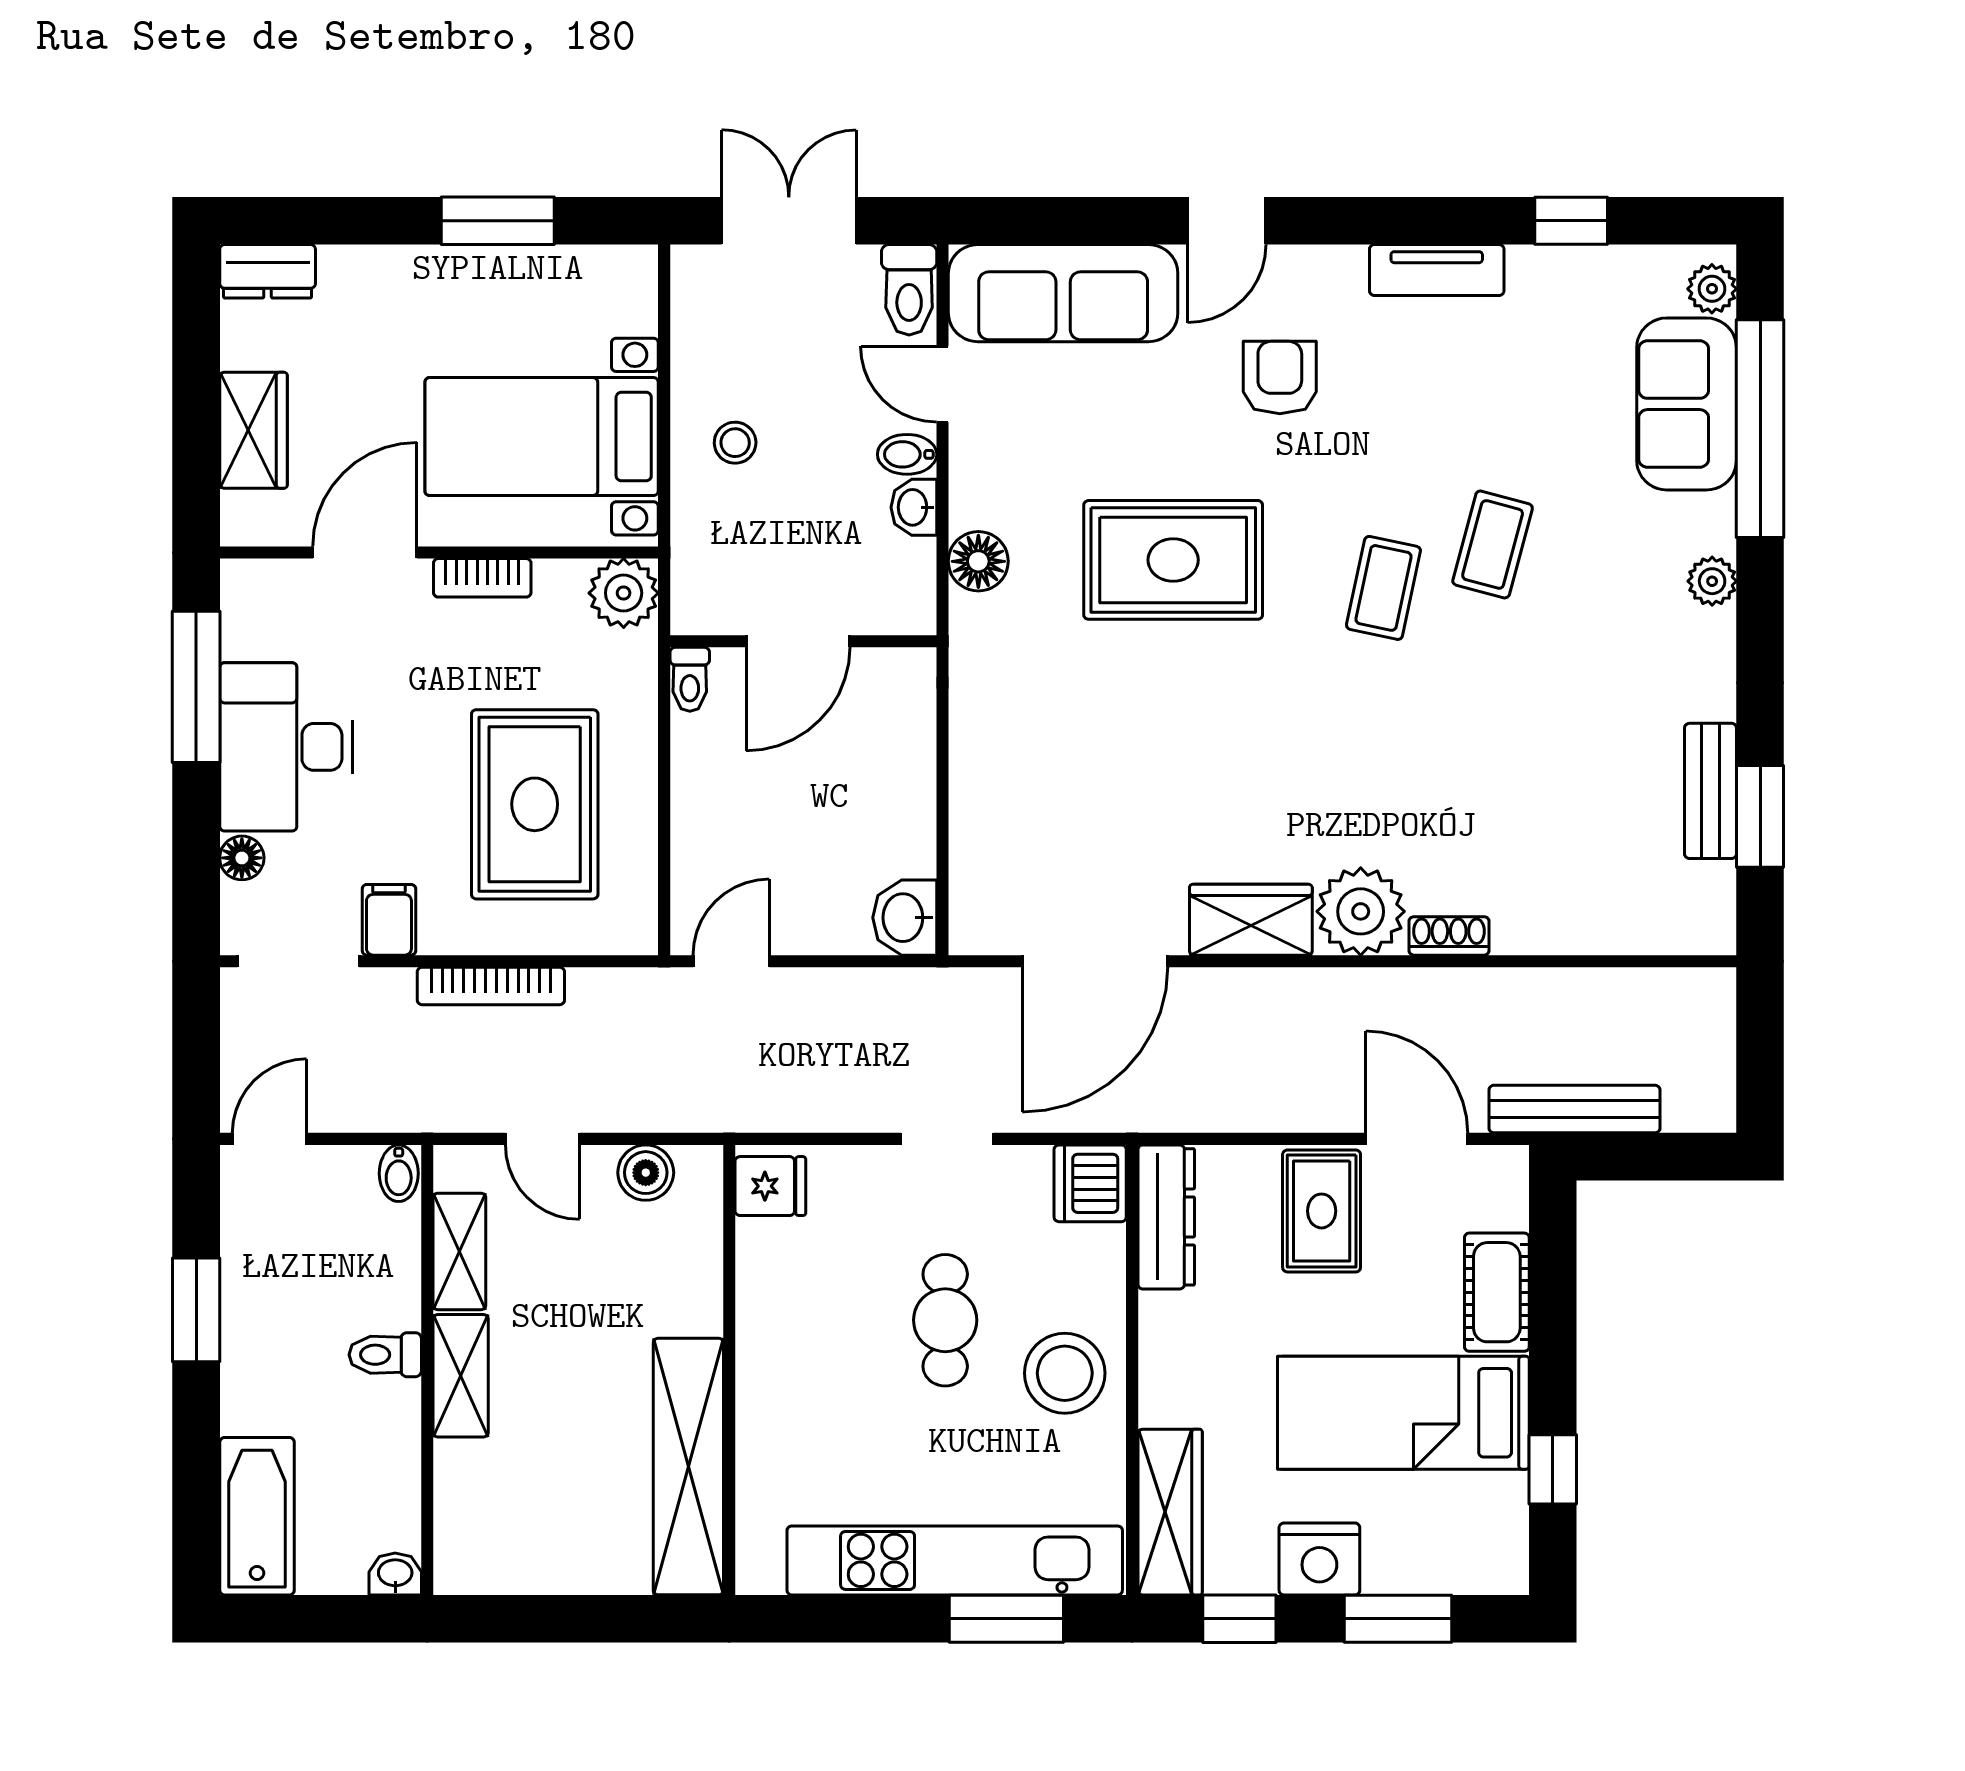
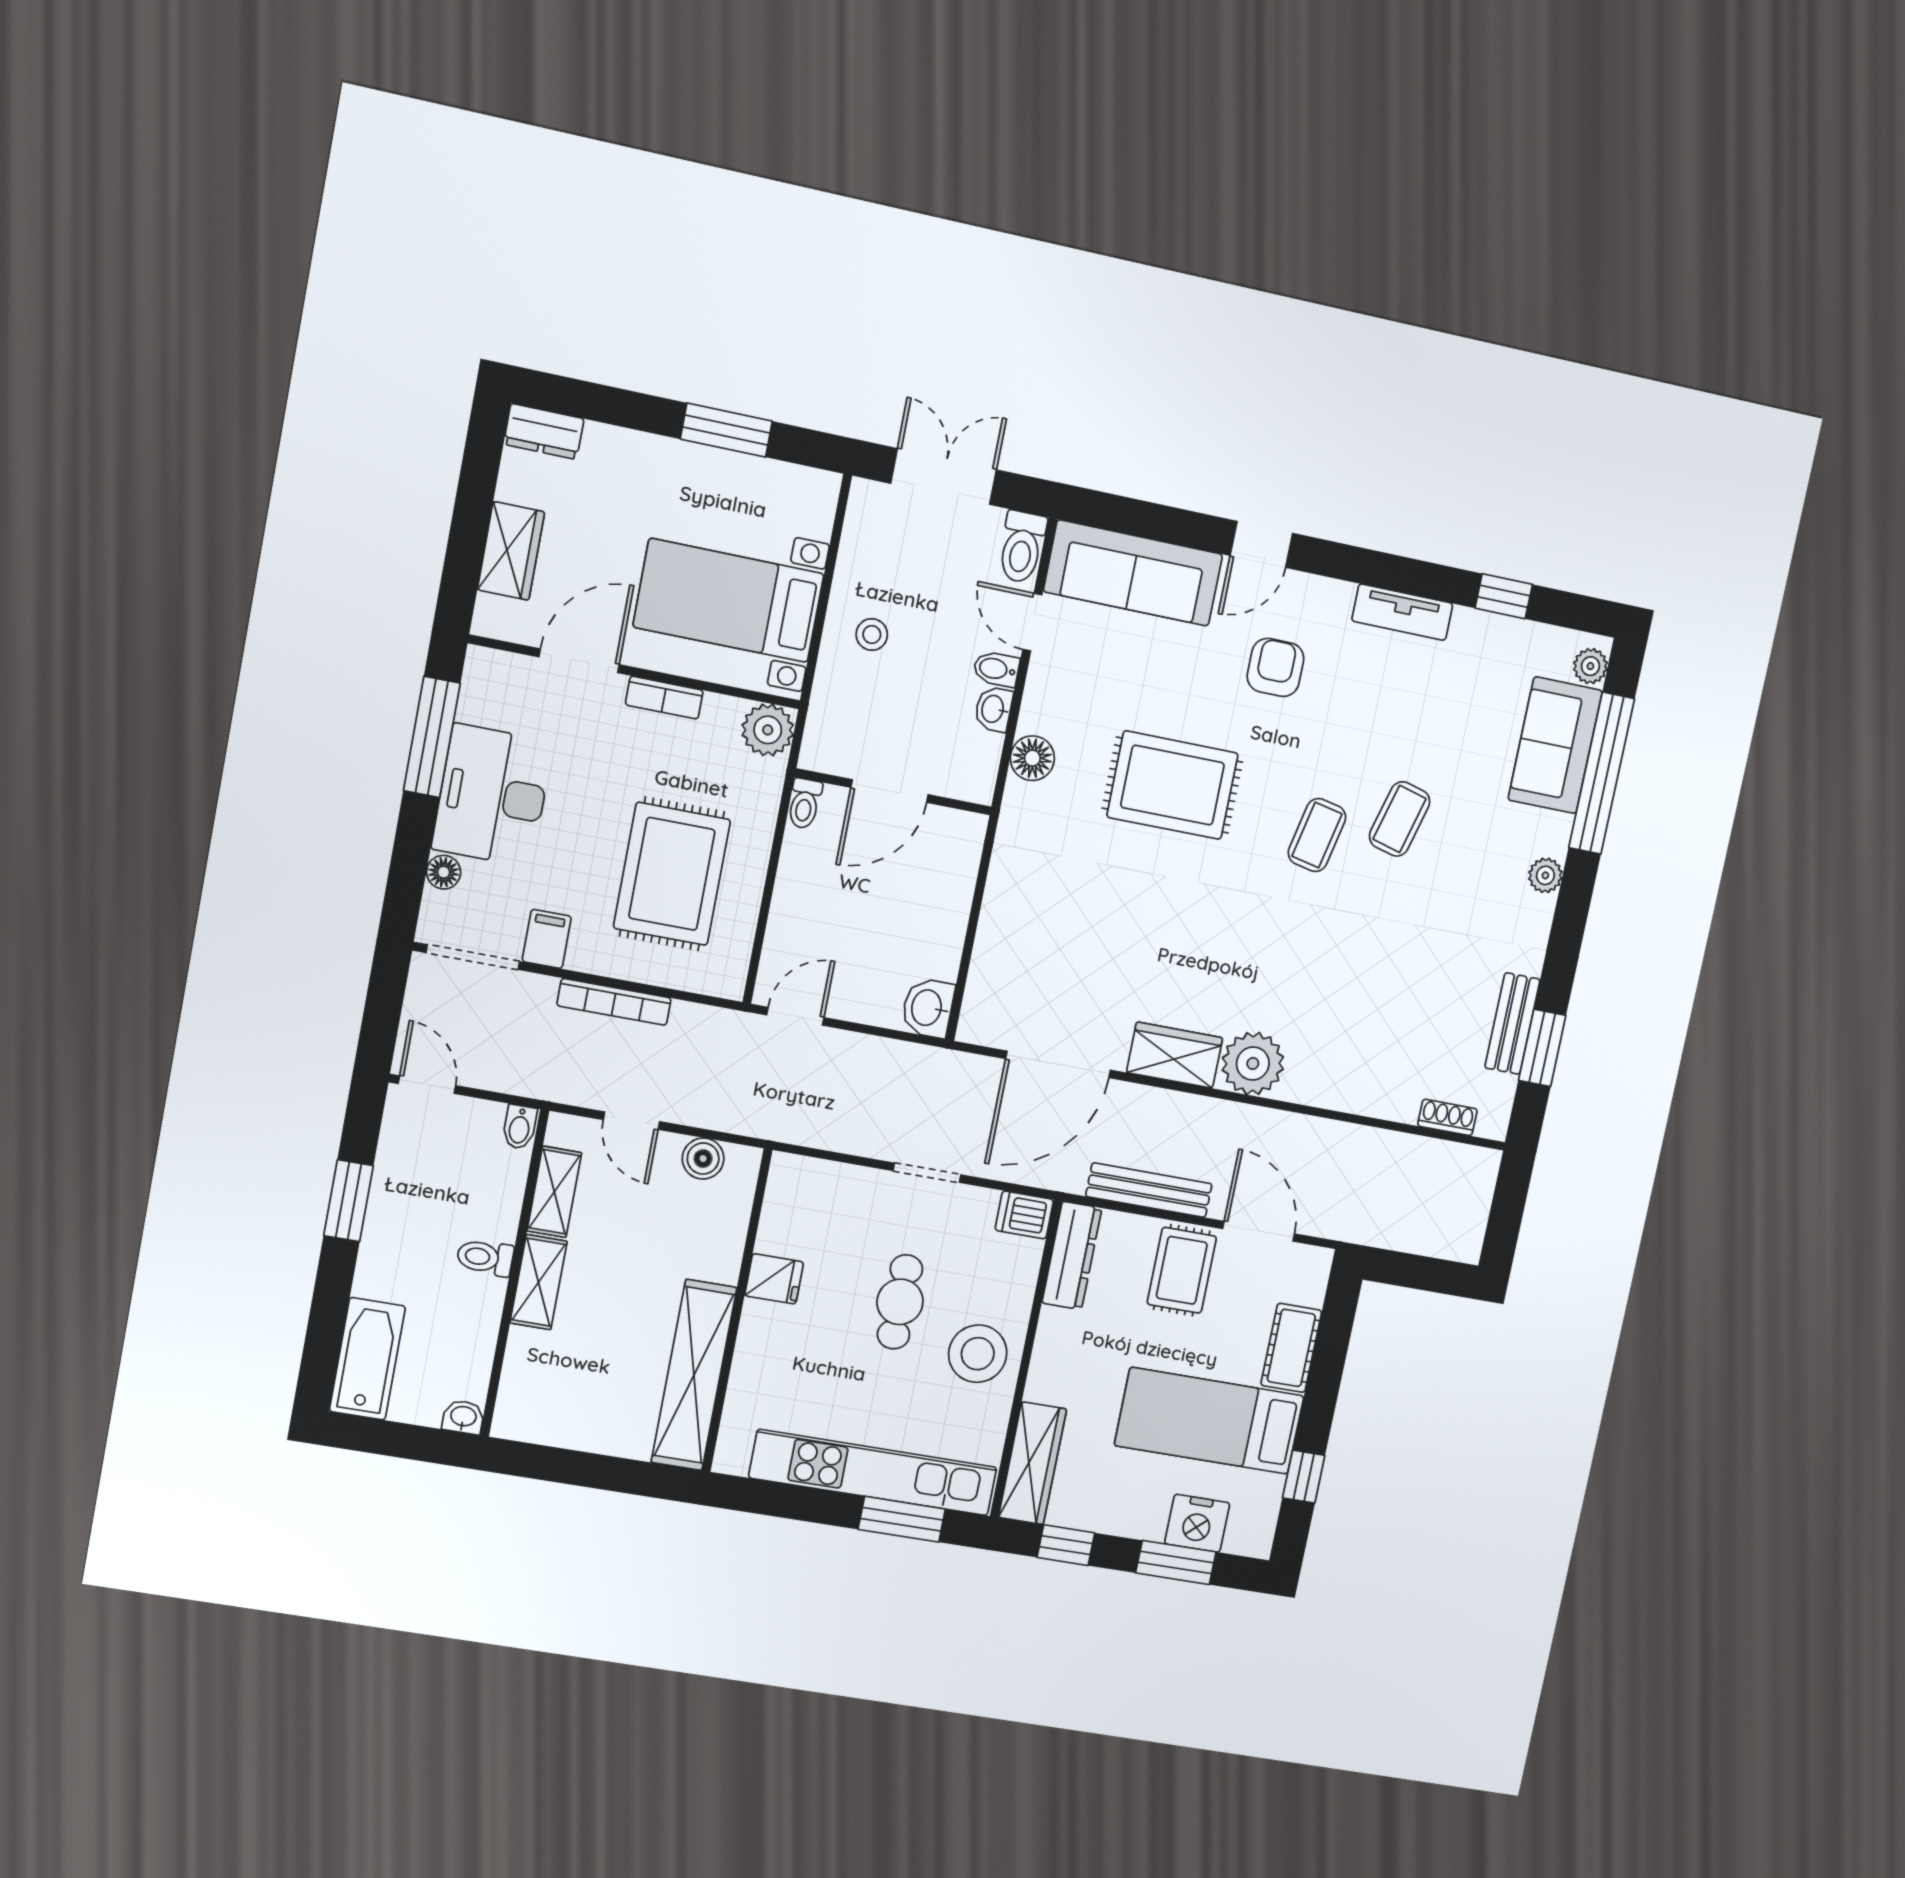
shoe rack: (1449, 936) -> (1447, 1117), moved
bench: (1574, 1109) -> (1149, 1190), moved
door: (270, 1139) -> (427, 1085), hinge flipped
dishwasher: (1090, 1183) -> (1024, 1215), width x0.73
fridge: (770, 1186) -> (774, 1279), moved
nightstand: (1319, 1559) -> (1197, 1523), moved

